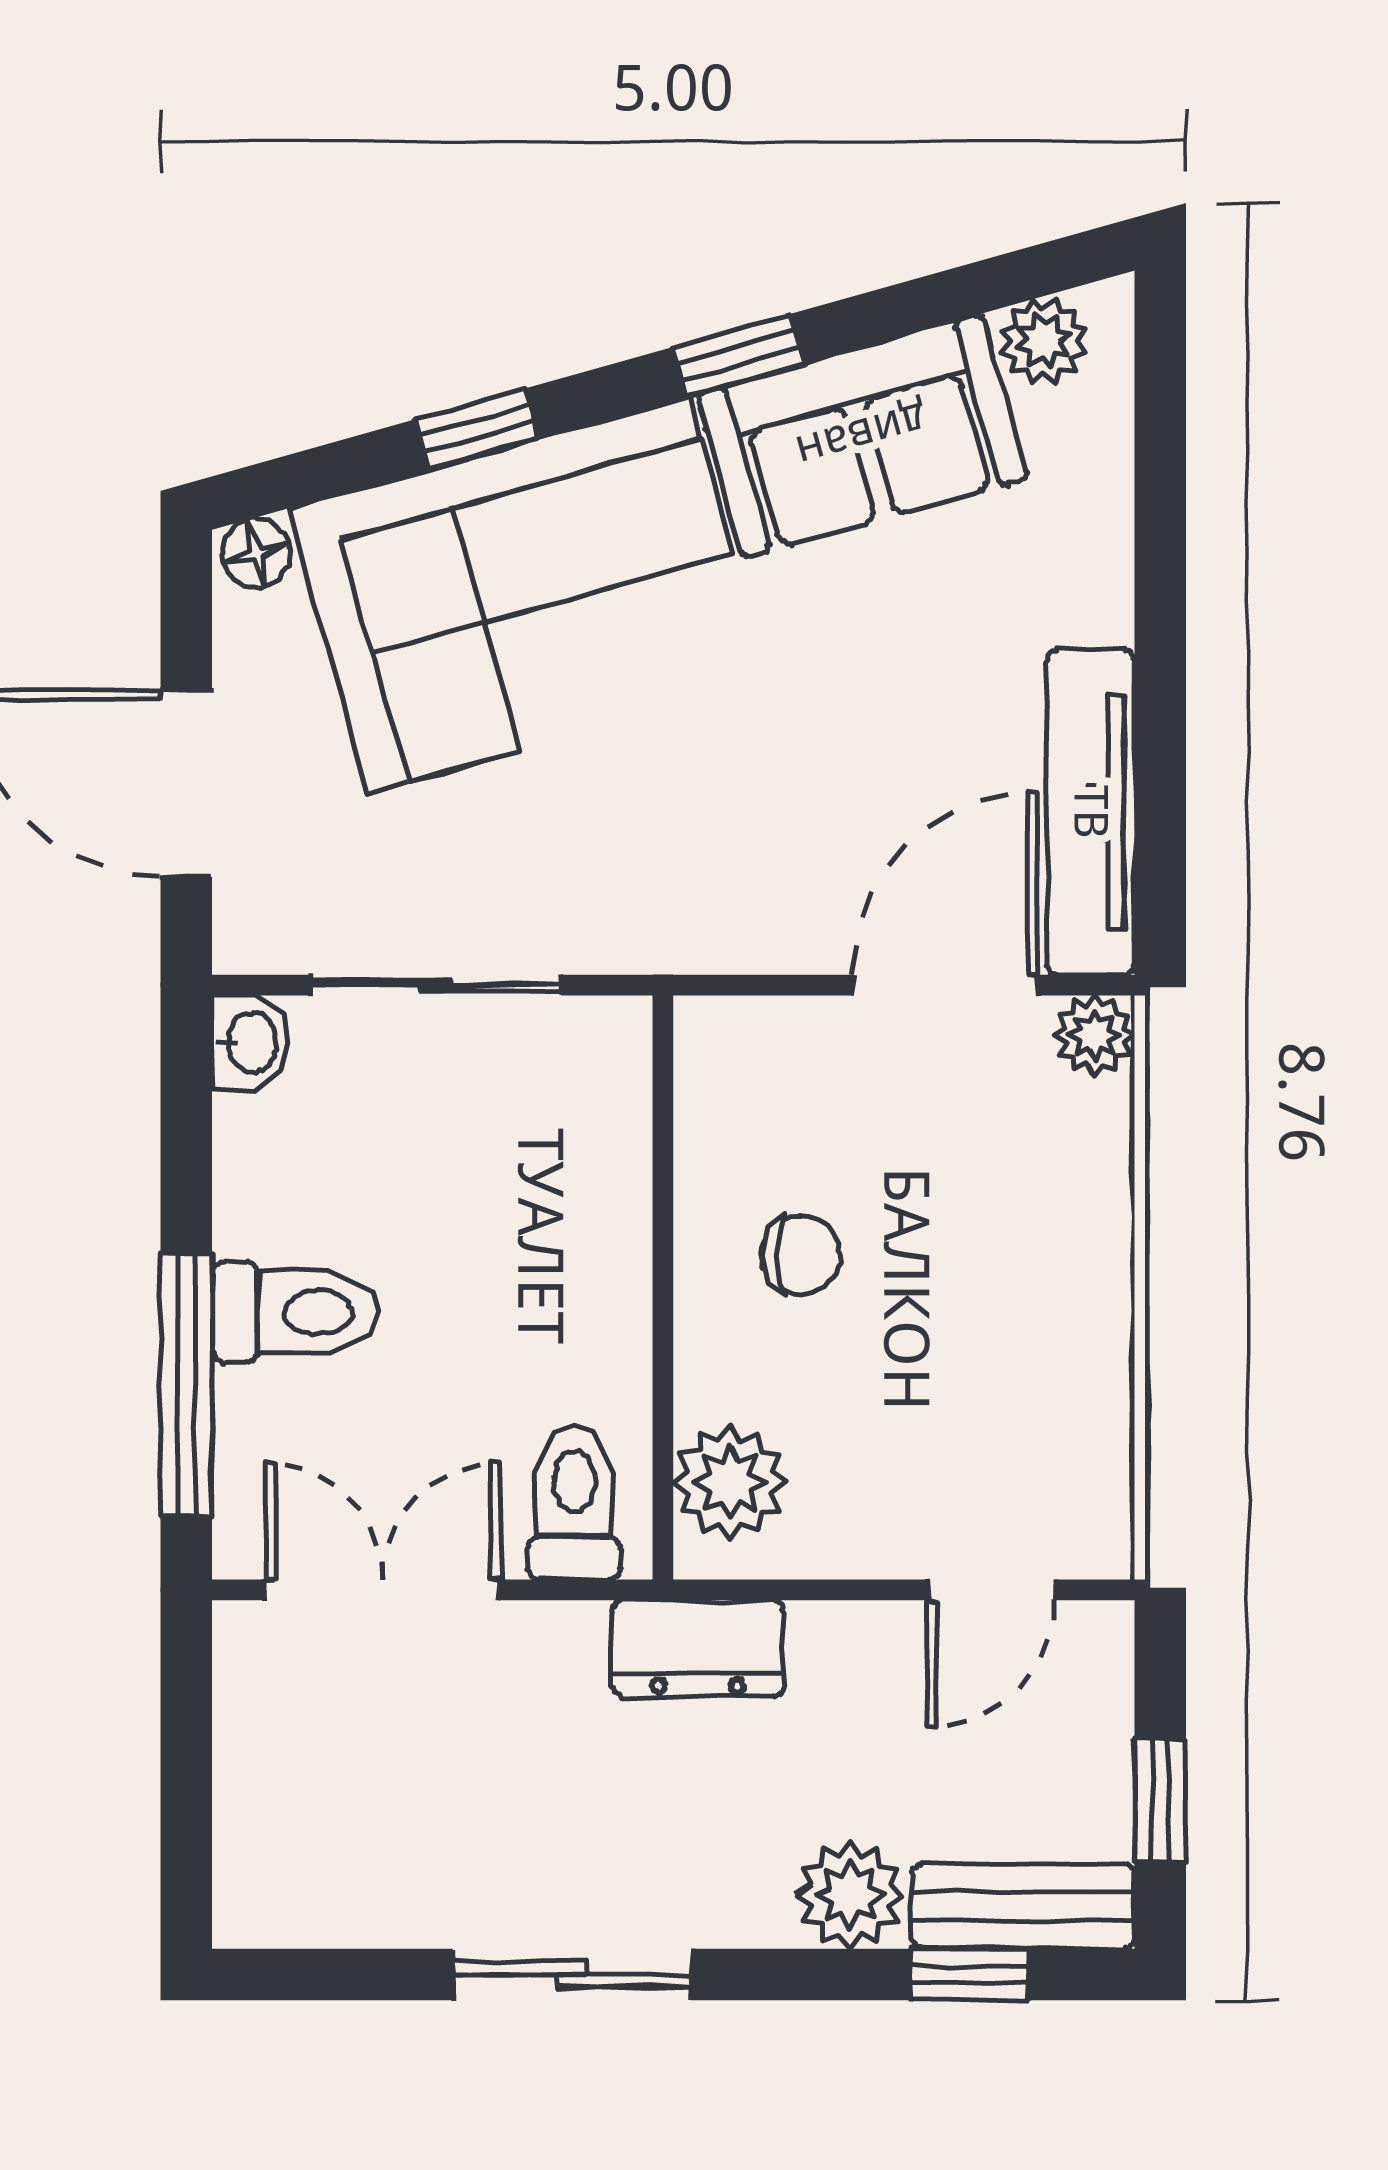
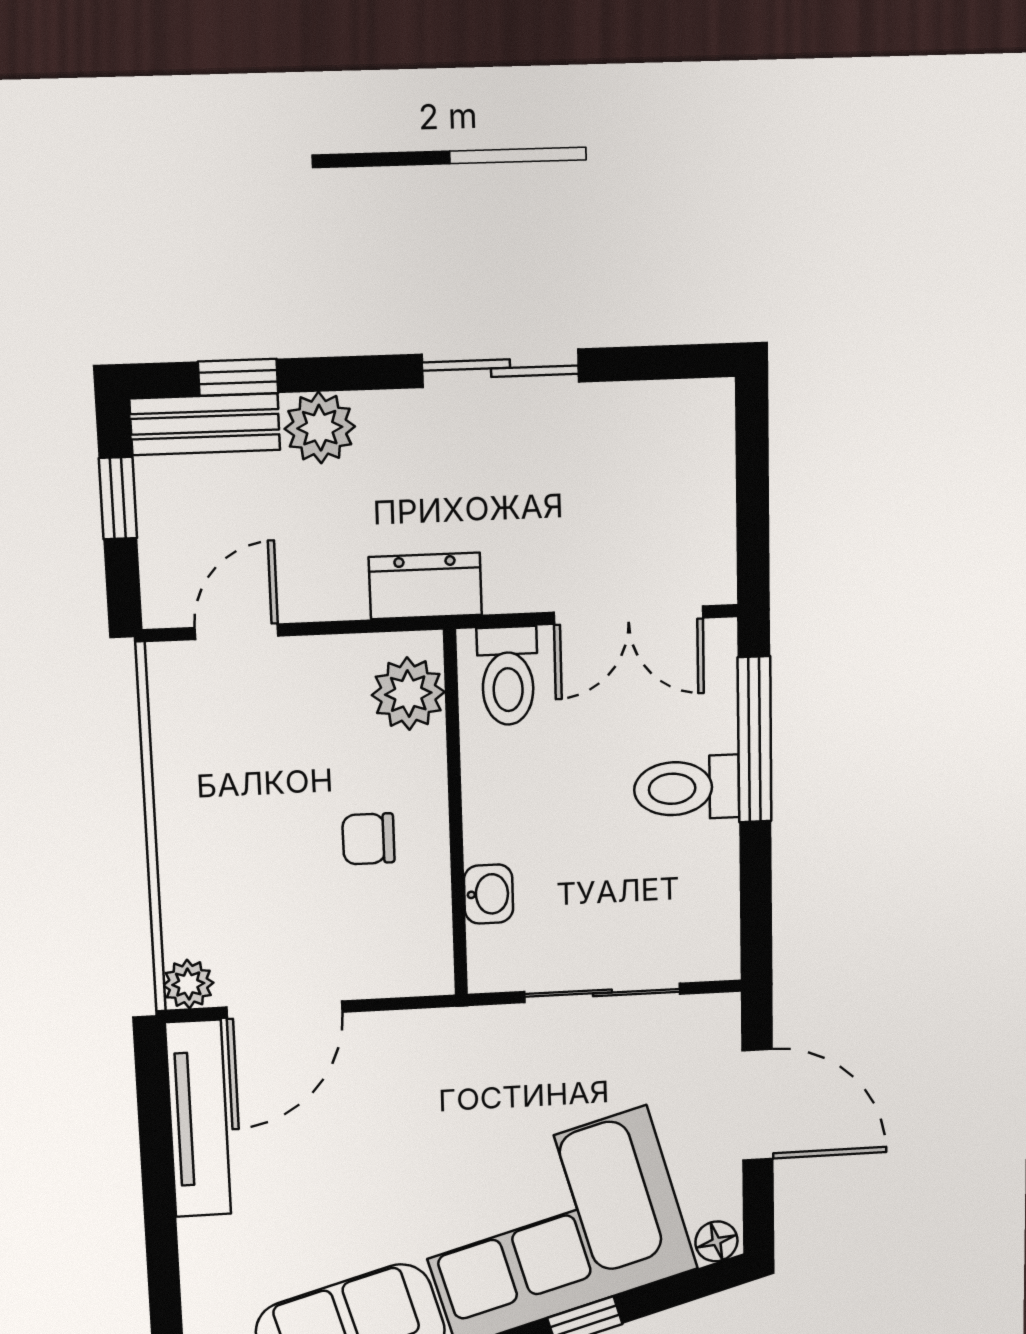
washbasin: (250, 1043) -> (489, 894), moved, turned 180

